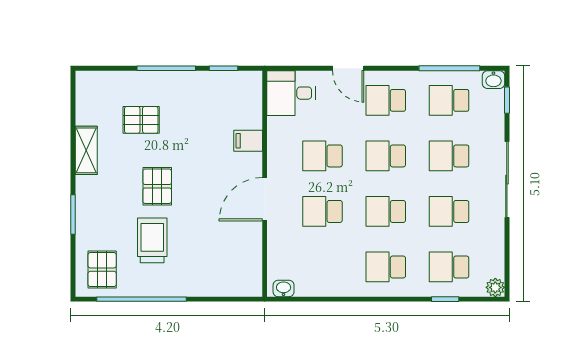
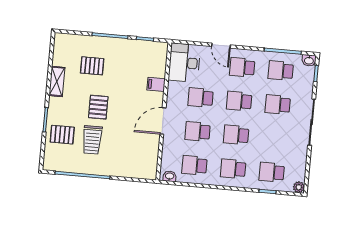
desk: (291, 93) -> (184, 63), width x1.37
school desk: (449, 211) -> (195, 165), moved
trolley: (152, 240) -> (92, 140), turned 180
pallet: (102, 270) -> (62, 135), moved, turned 90

